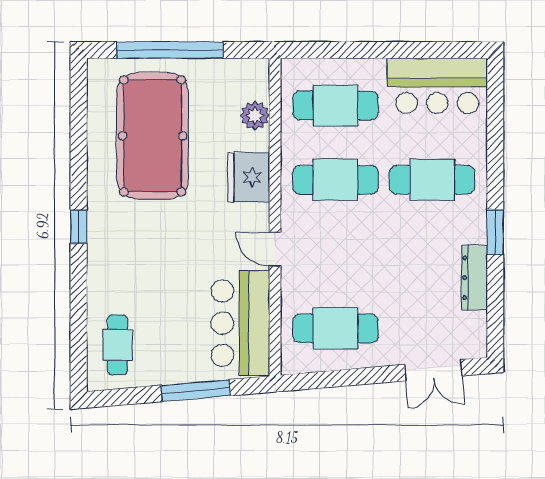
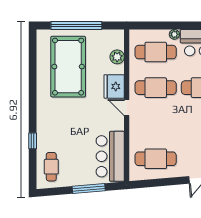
plant: (375, 69) -> (174, 34), added
window: (79, 227) -> (33, 141), moved
door: (275, 249) -> (127, 108), moved

